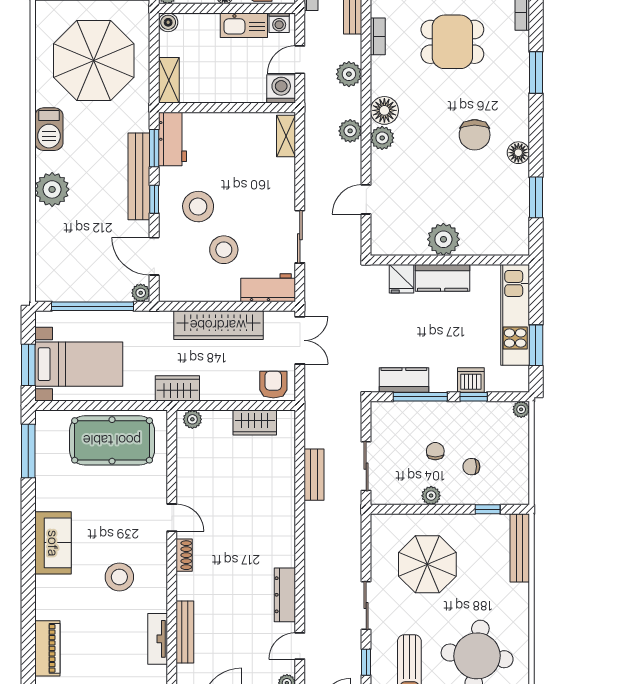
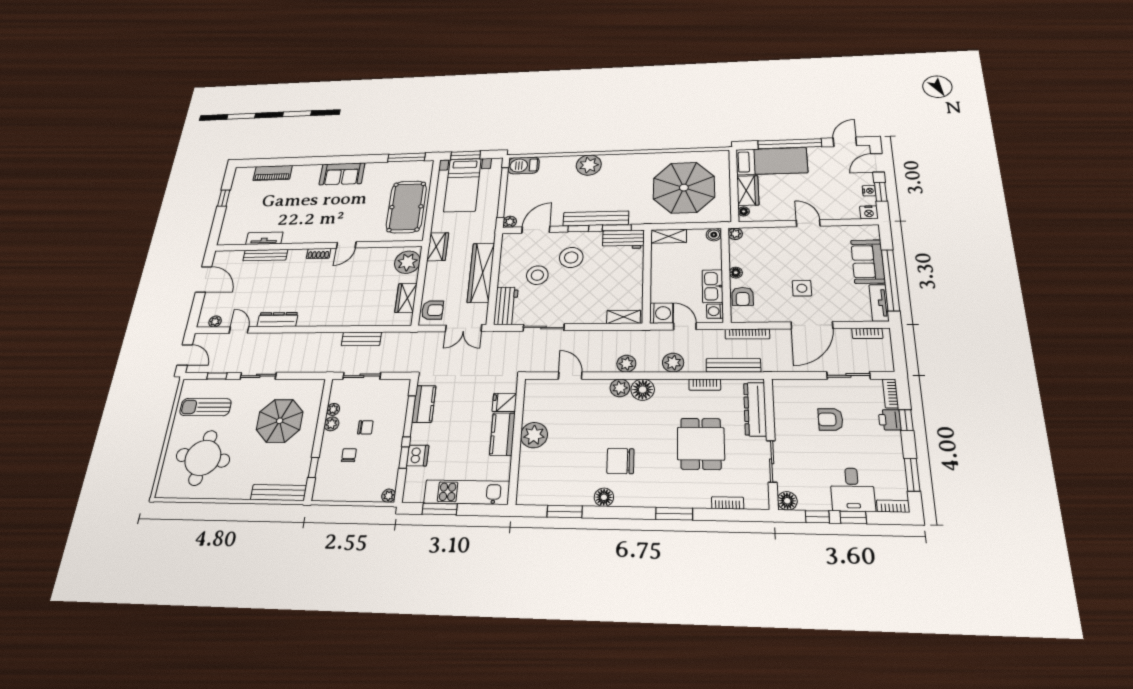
barbecue: (49, 129) -> (524, 165), moved
plant: (192, 419) -> (407, 262), width x1.87, depth x1.87
plant: (412, 497) -> (333, 409), added
stool: (119, 577) -> (311, 214), removed

